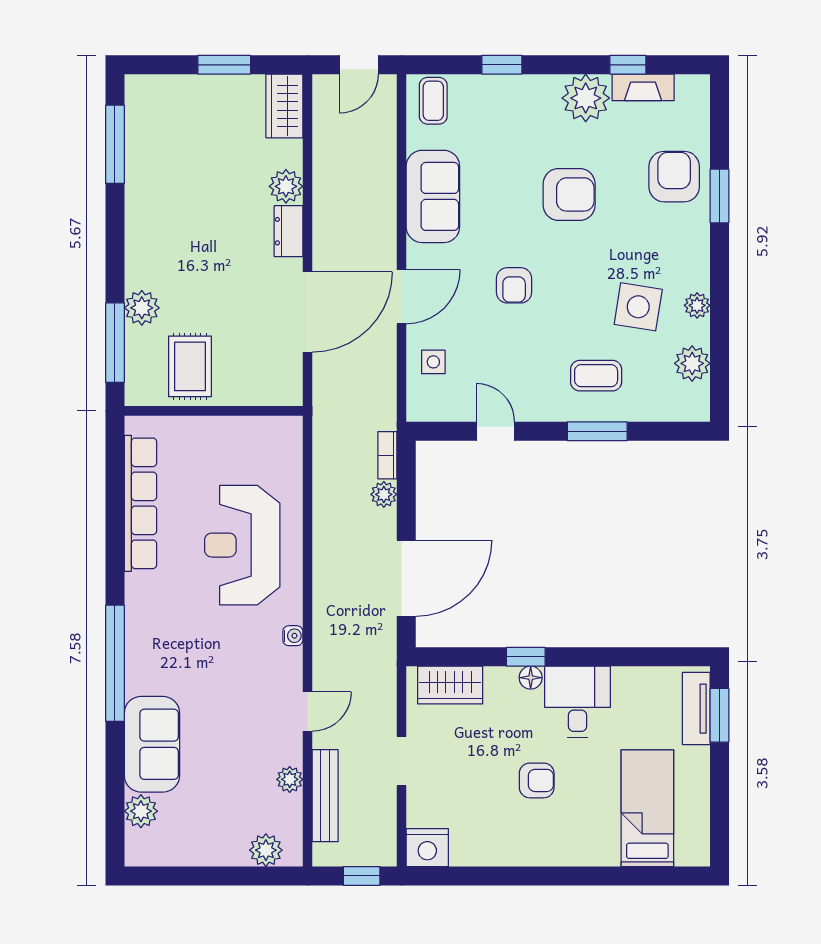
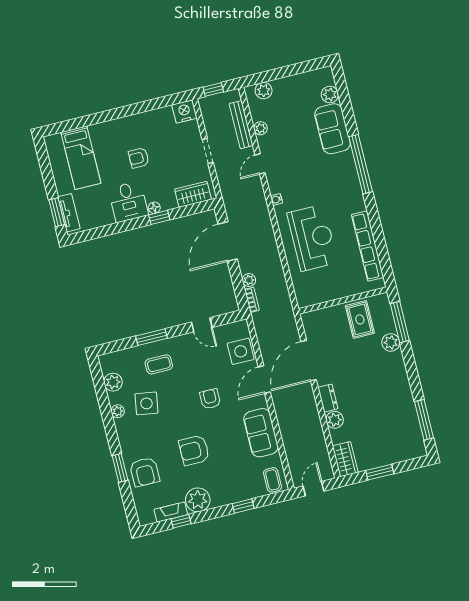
side table: (433, 362) -> (241, 351), width x1.87, depth x1.87

